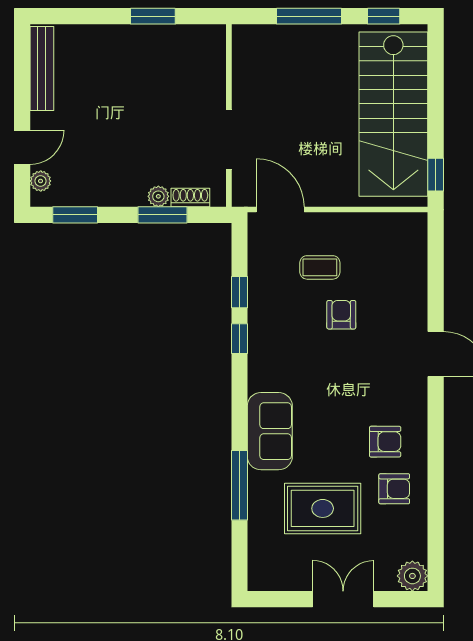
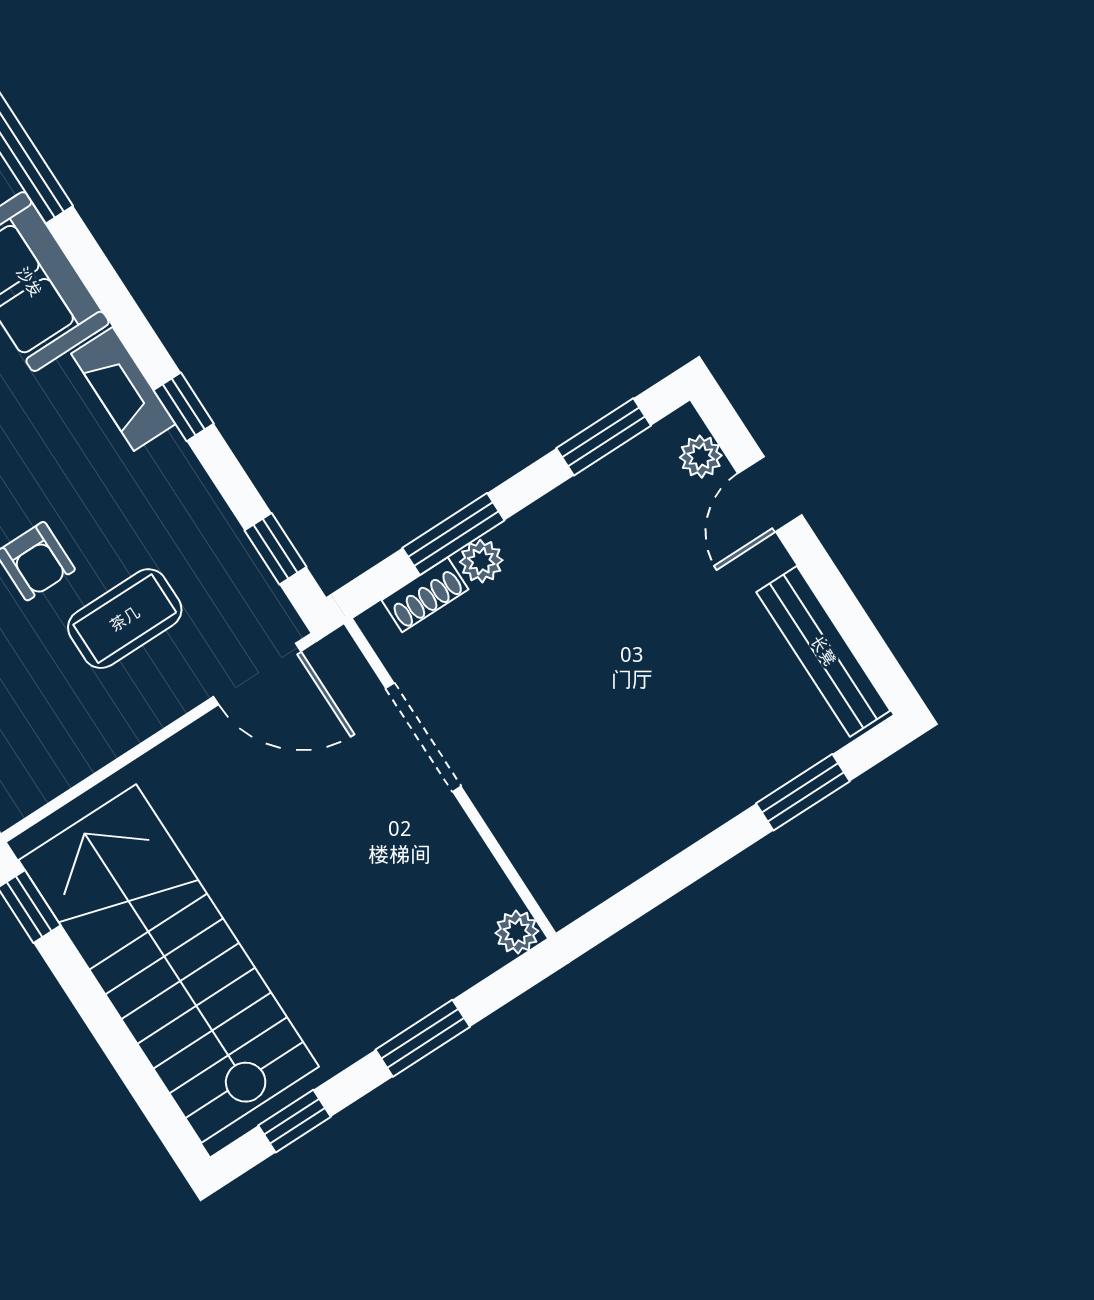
window: (153, 16) -> (803, 792), moved
window: (309, 16) -> (423, 1038), width x0.69
plant: (242, 35) -> (517, 932), added
coffee table: (320, 267) -> (125, 619), width x1.36, depth x1.30
window: (239, 292) -> (275, 549), moved
fireplace: (260, 362) -> (123, 389), added

